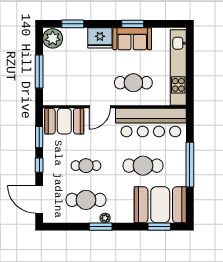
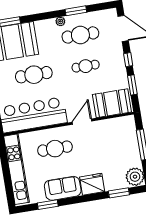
window: (133, 24) -> (48, 205), moved
window: (101, 227) -> (76, 11), moved

